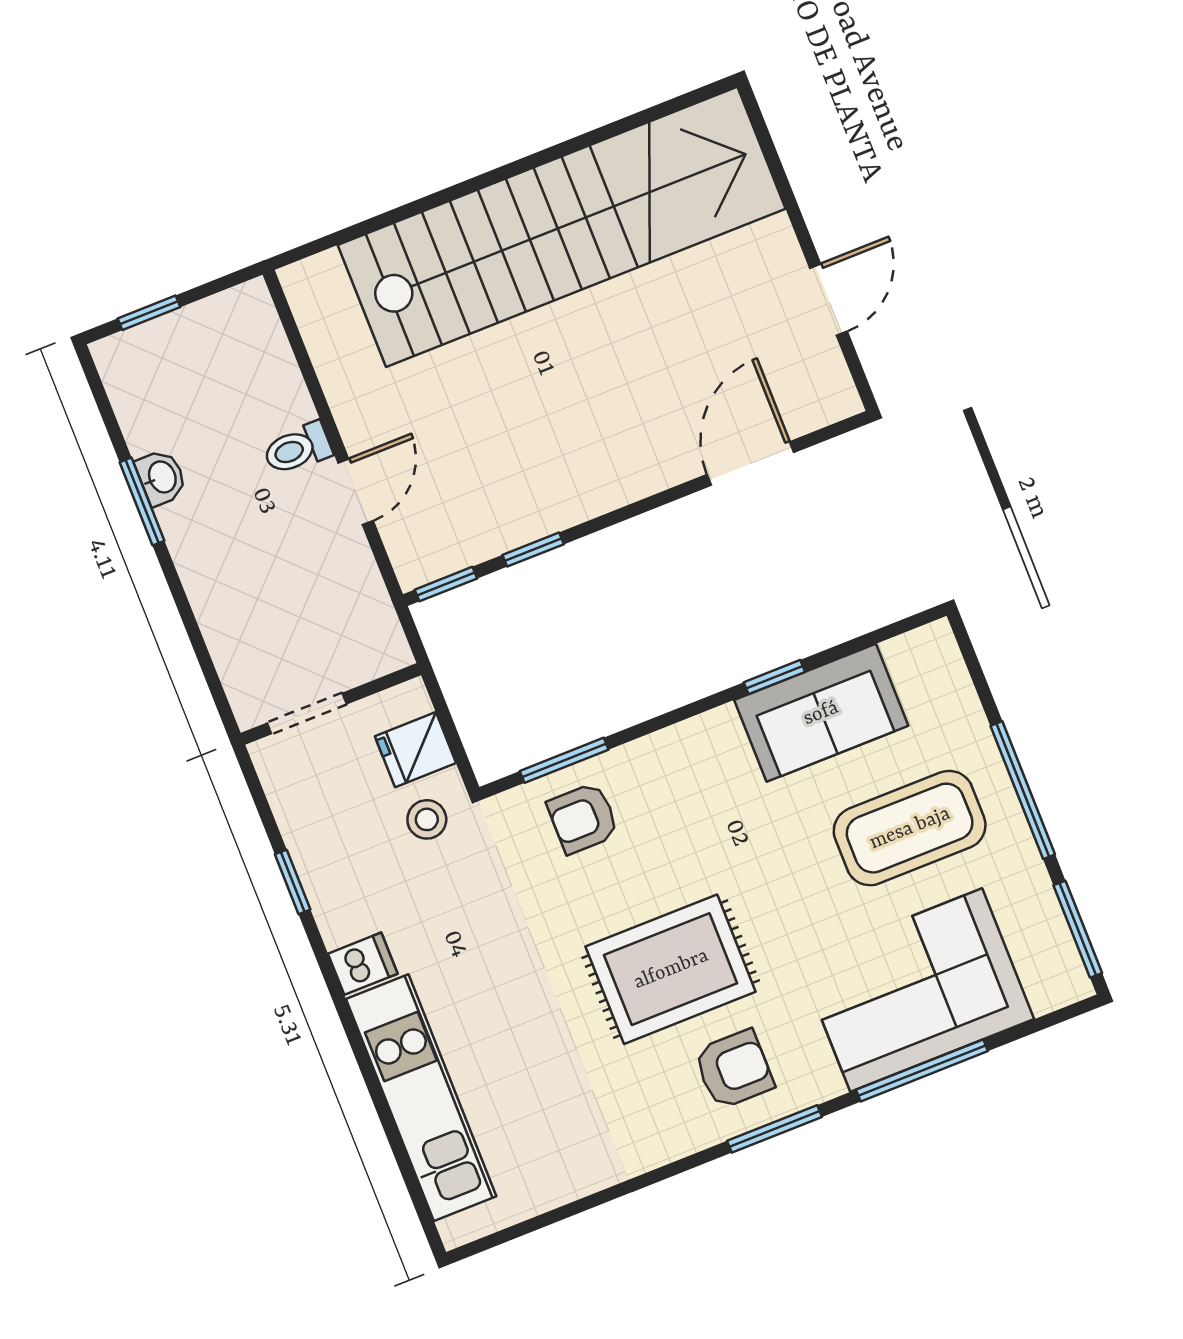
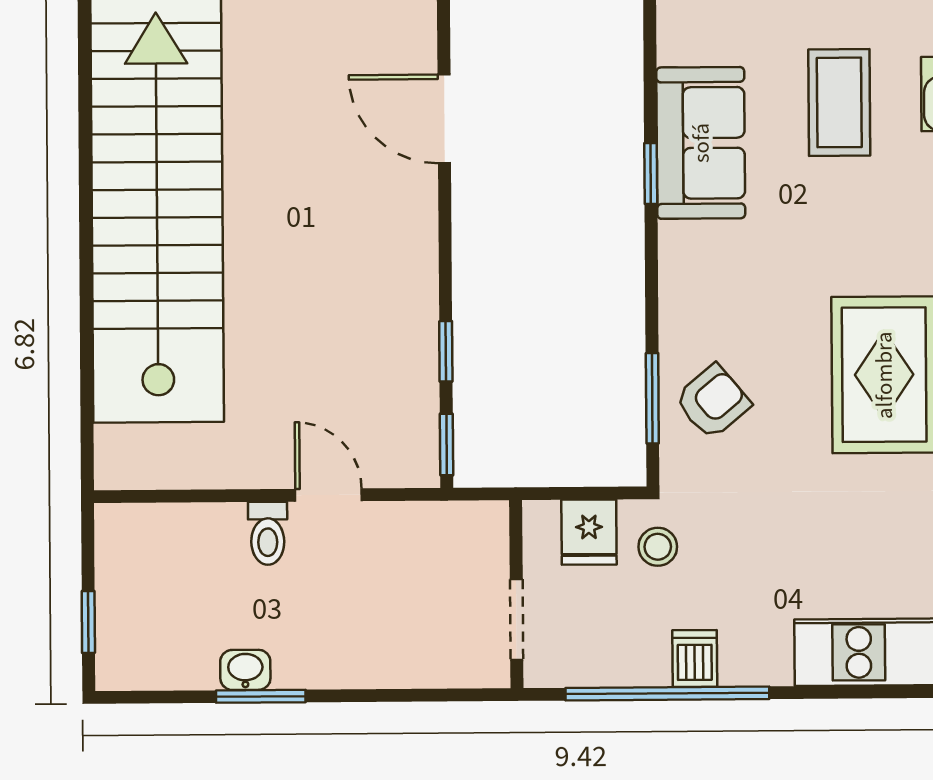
armchair: (583, 818) -> (713, 402), turned -130
coffee table: (910, 828) -> (839, 102), width x0.73, depth x0.76
window: (293, 882) -> (667, 693), width x3.17
dishwasher: (363, 964) -> (695, 658), moved

